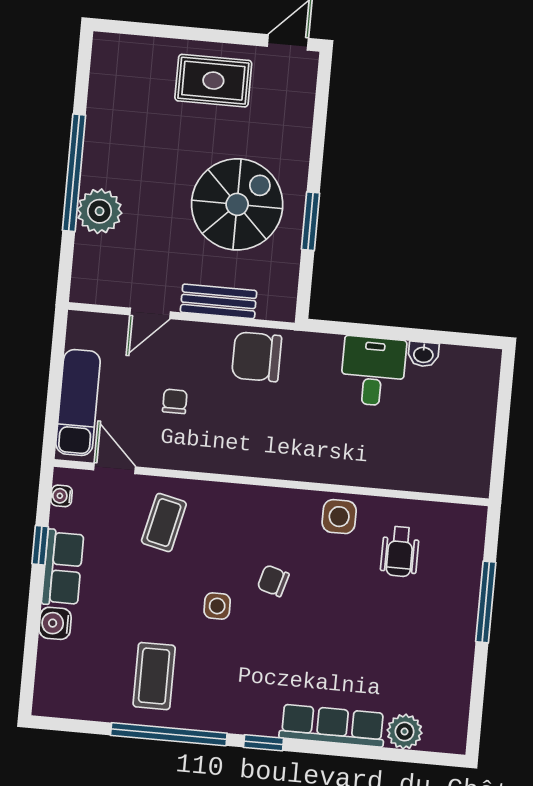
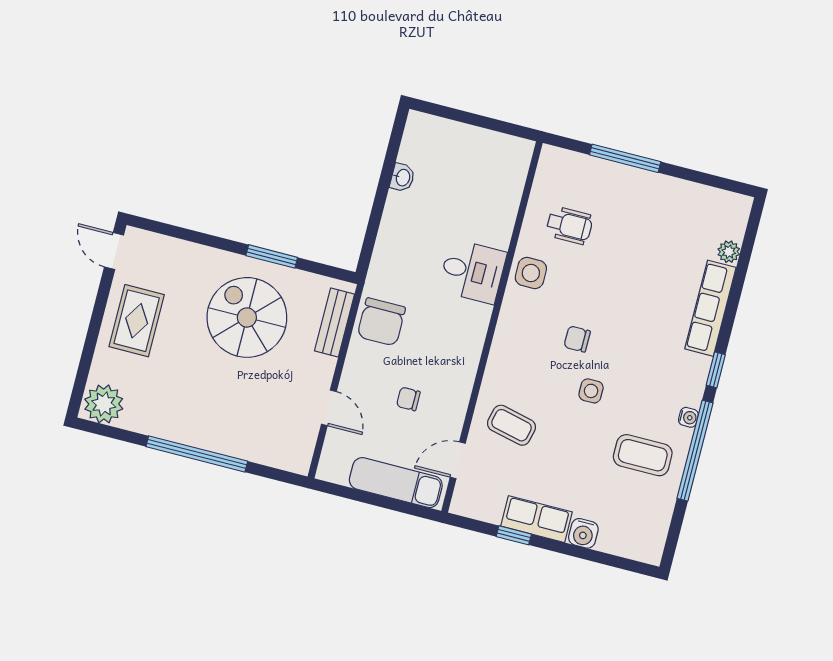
plant: (100, 211) -> (104, 404), moved
bench: (219, 301) -> (334, 323), moved
desk: (373, 371) -> (472, 271), moved, turned 180
water cooler: (61, 496) -> (688, 417), moved, turned -90
chair: (273, 581) -> (577, 339), turned 74
plant: (405, 732) -> (729, 252), width x0.73, depth x0.73

